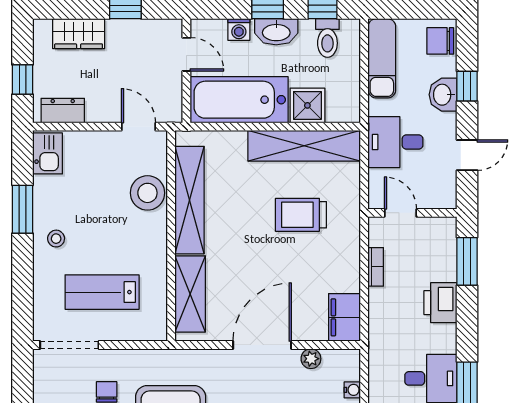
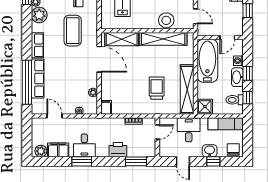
shower: (307, 105) -> (205, 107), moved
door: (138, 127) -> (196, 16), hinge flipped
filing cabinet: (344, 317) -> (106, 107), width x0.50
door: (262, 345) -> (99, 59), moved

